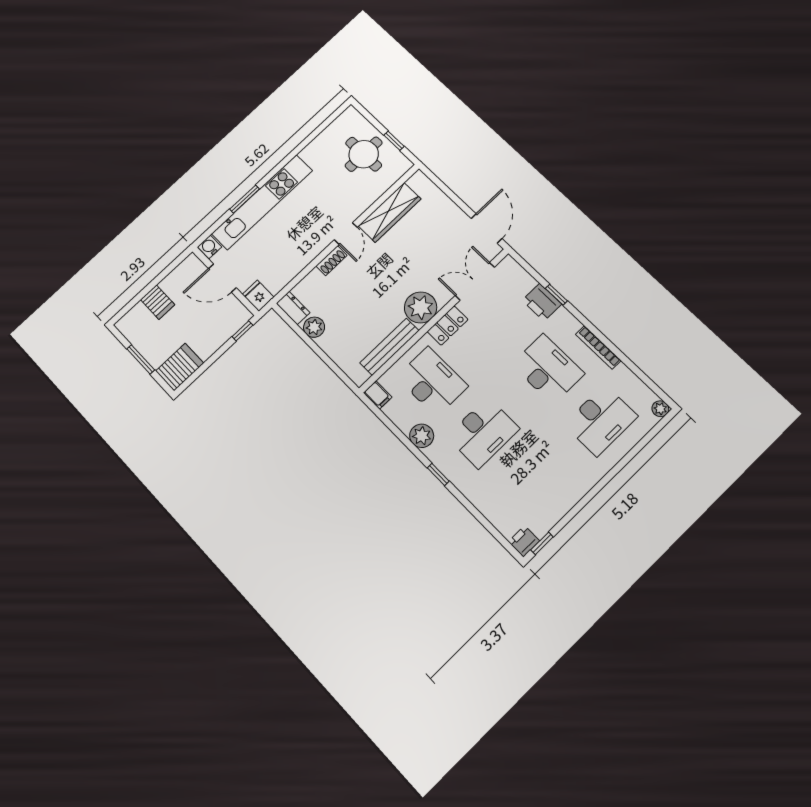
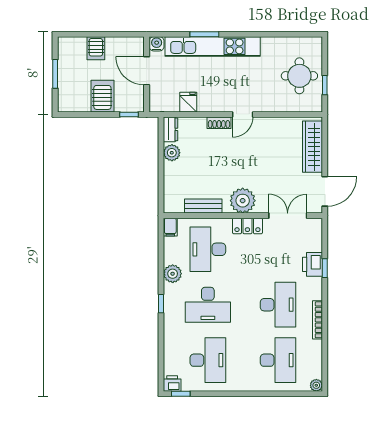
wardrobe: (390, 212) -> (312, 147), moved, turned 90
fridge: (258, 296) -> (188, 102), moved
bench: (389, 347) -> (203, 206), width x0.73
server rack: (180, 367) -> (102, 96), moved, turned -90
desk: (432, 382) -> (208, 249), turned 180
desk: (601, 420) -> (278, 360), turned -90
desk: (535, 485) -> (208, 360), added

